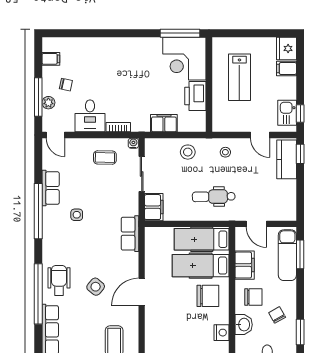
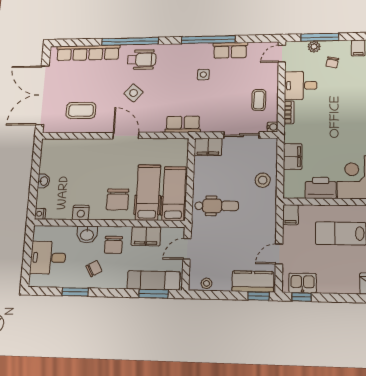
filing cabinet: (286, 68) -> (291, 215), moved, turned 180
stool: (225, 152) -> (207, 283), moved
dental chair: (214, 197) -> (216, 206), turned 91

